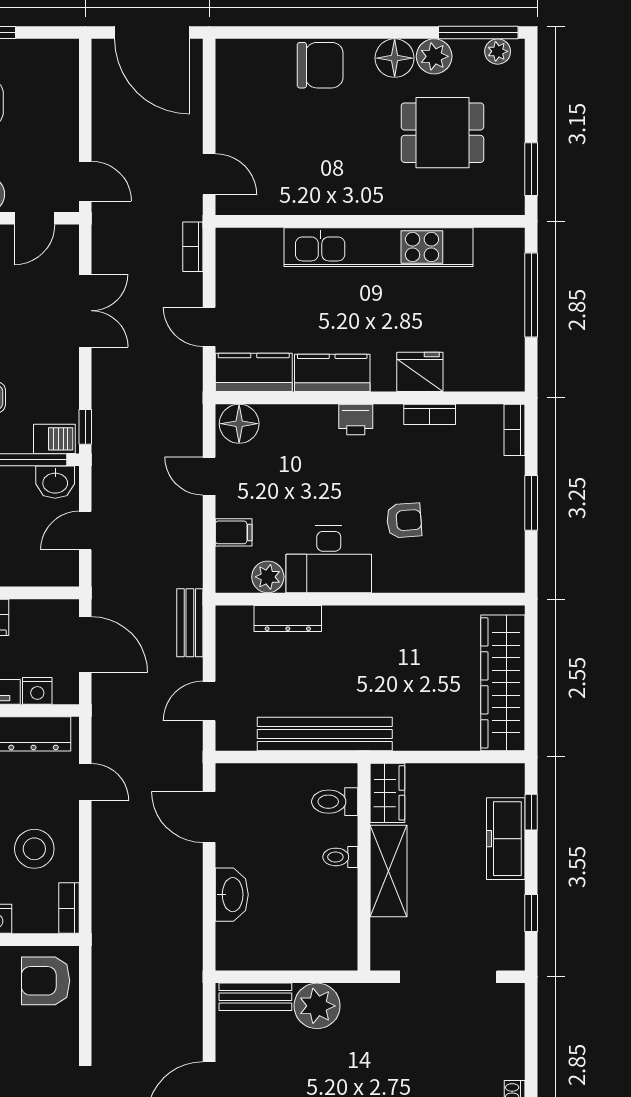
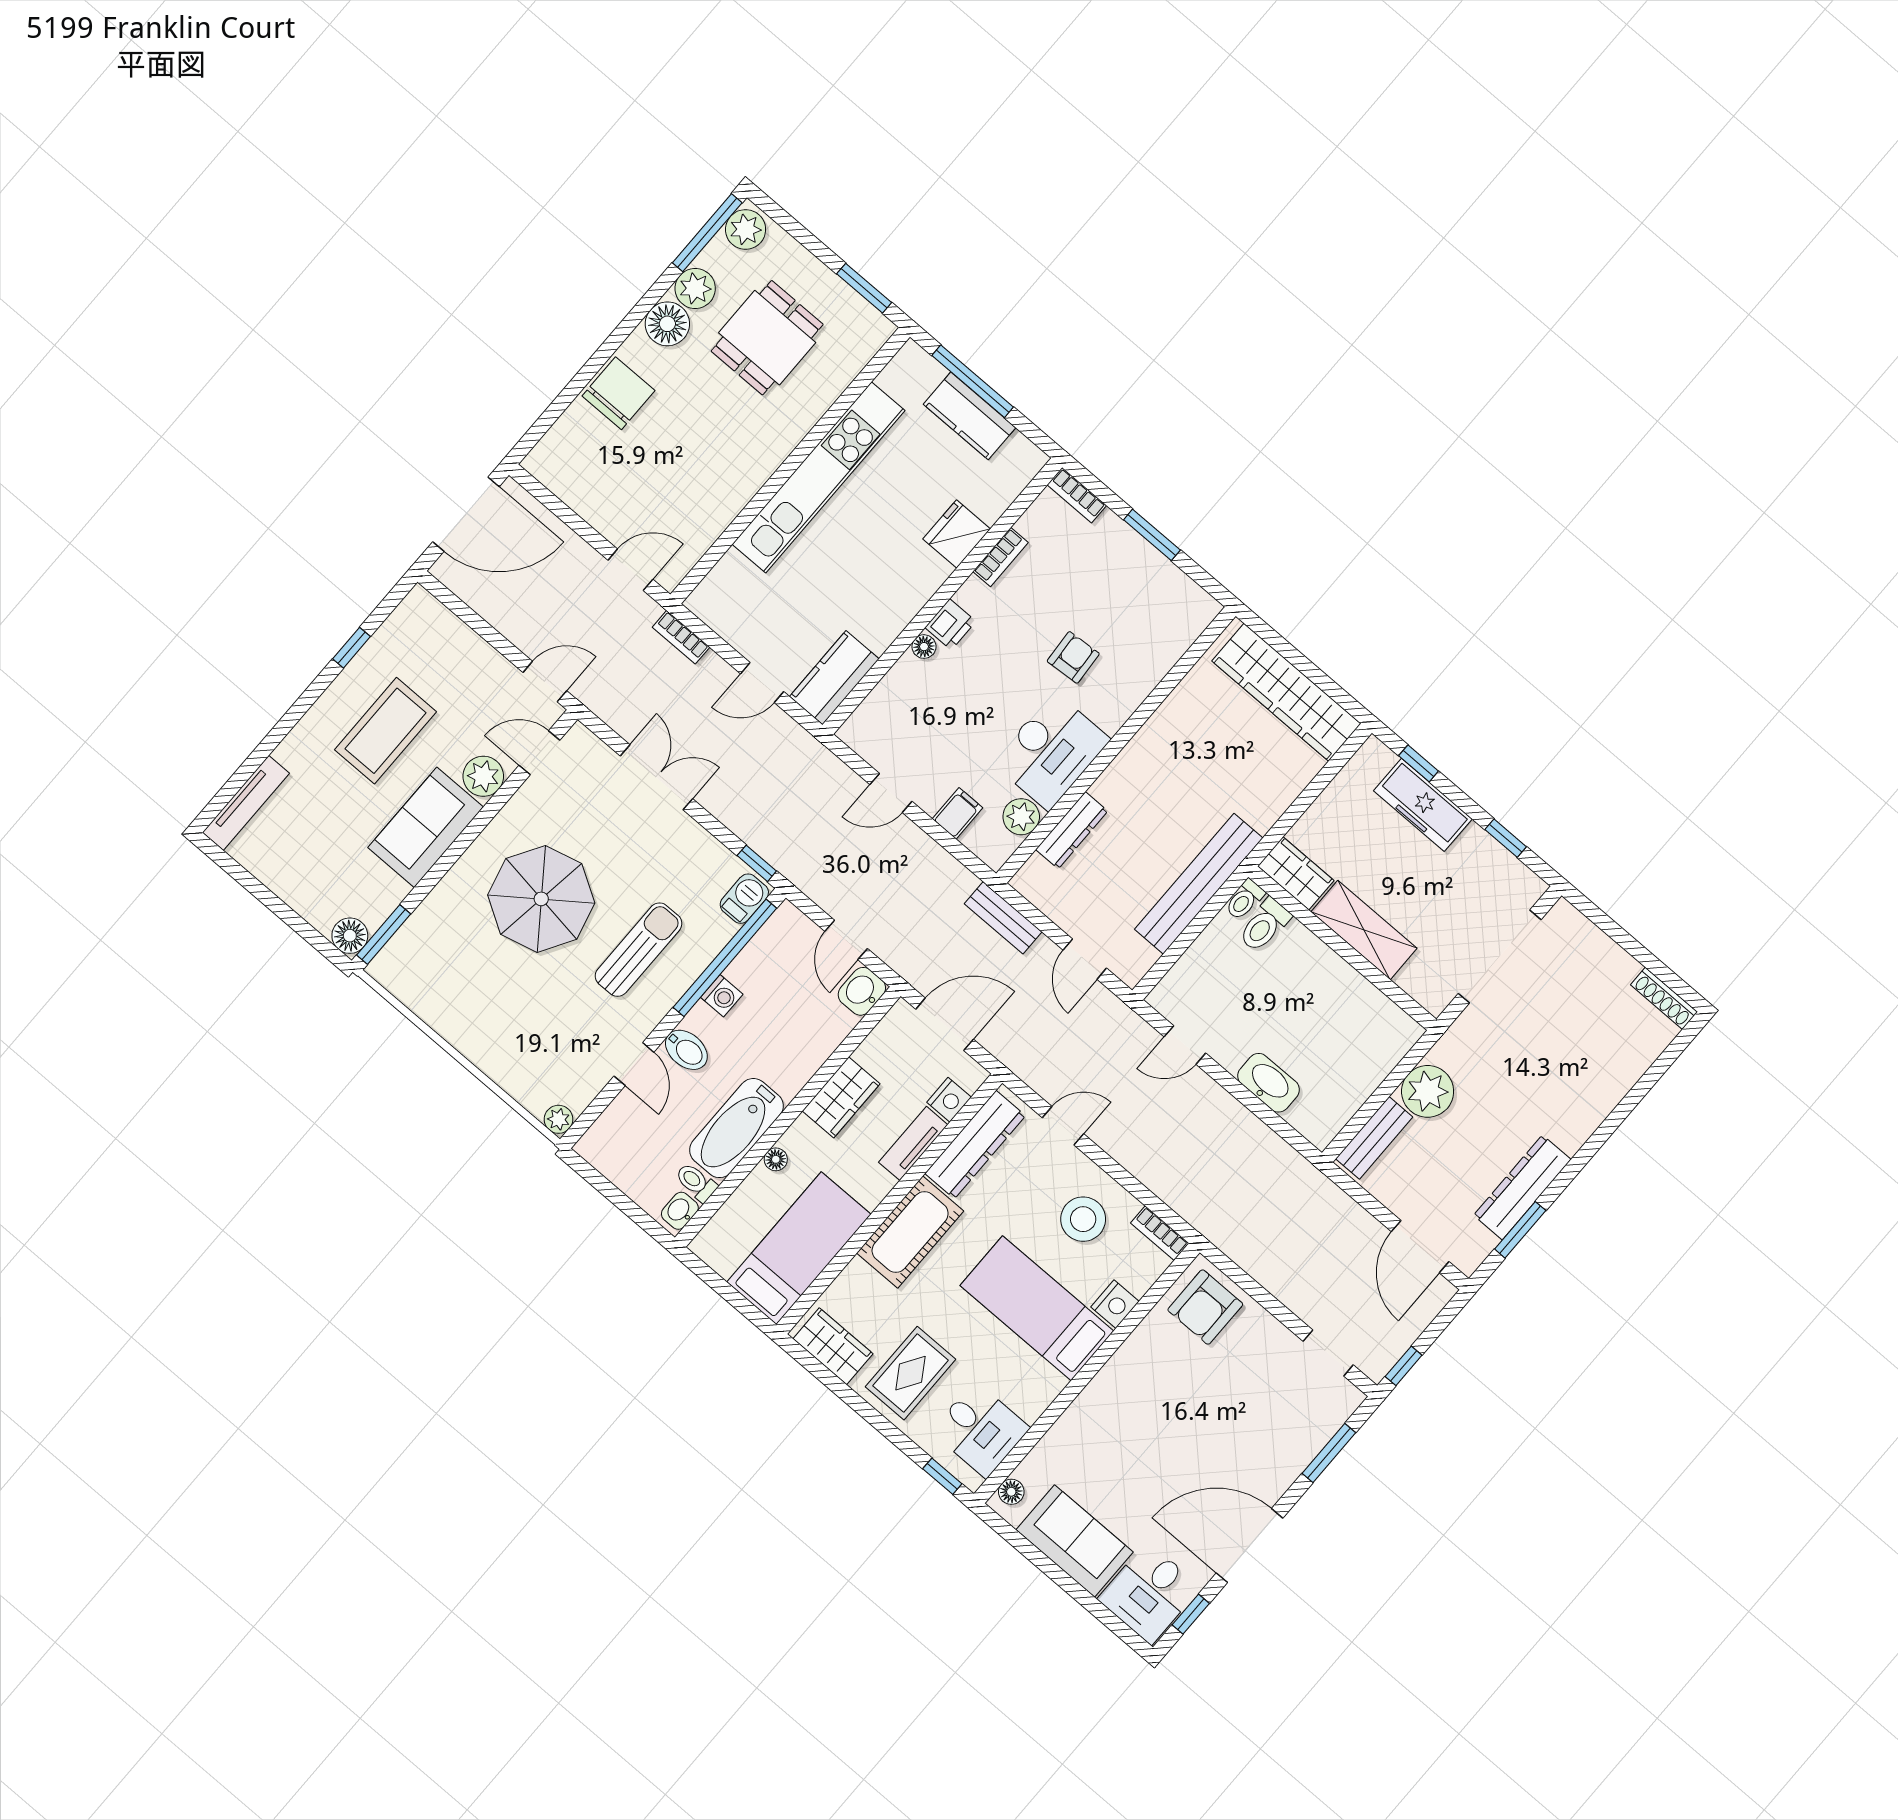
plant: (498, 51) -> (746, 229), width x1.38, depth x1.38
door: (35, 218) -> (539, 753), swing flipped
kitchen counter: (332, 373) -> (970, 416), moved, turned -90
floor lamp: (239, 424) -> (924, 647), moved, width x0.53, depth x0.53
washbasin: (55, 482) -> (862, 991), moved, turned 180
door: (209, 817) -> (1185, 1045), width x0.73
toilet: (340, 857) -> (1245, 900), moved

